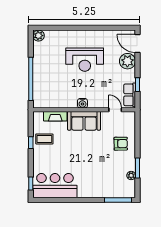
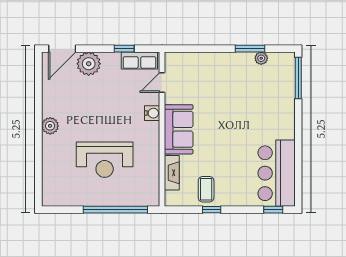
plant: (39, 36) -> (50, 126), moved
reception desk: (85, 60) -> (105, 160), moved, turned 90
water cooler: (82, 103) -> (152, 113), moved
armchair: (121, 144) -> (213, 74), removed

